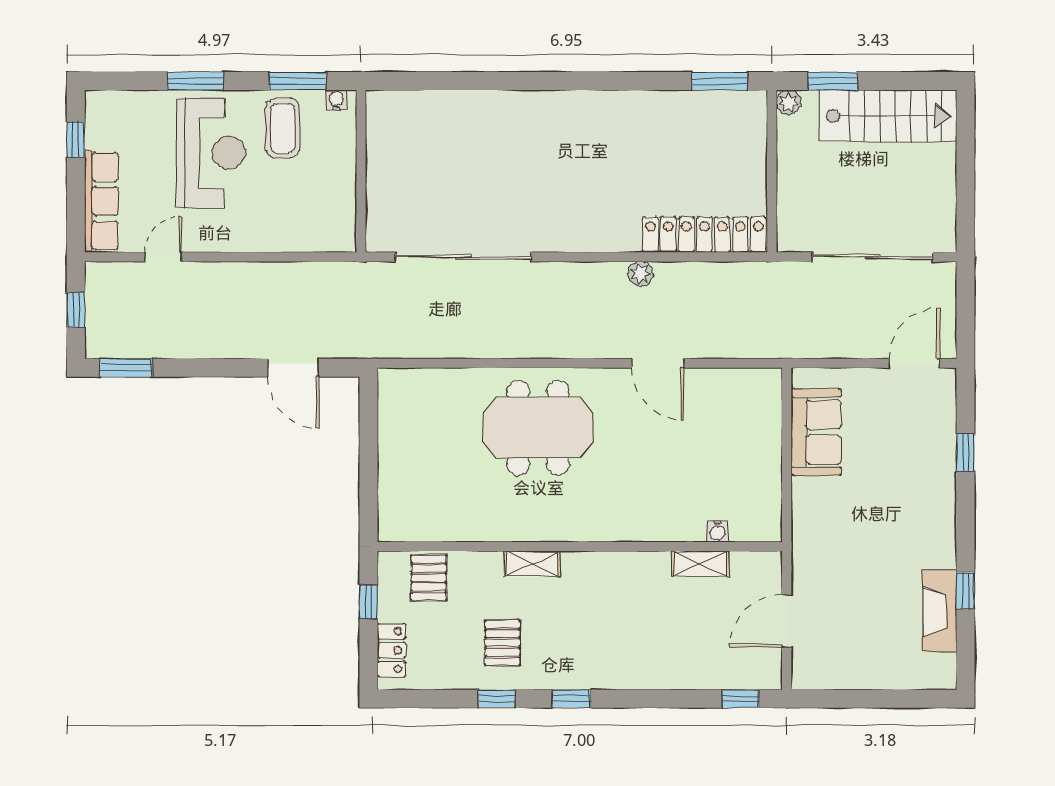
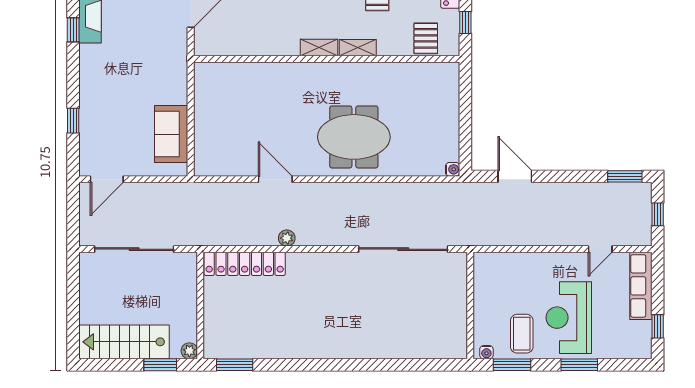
water cooler: (718, 531) -> (453, 169), moved, turned 90
shelving: (700, 564) -> (319, 48), moved

